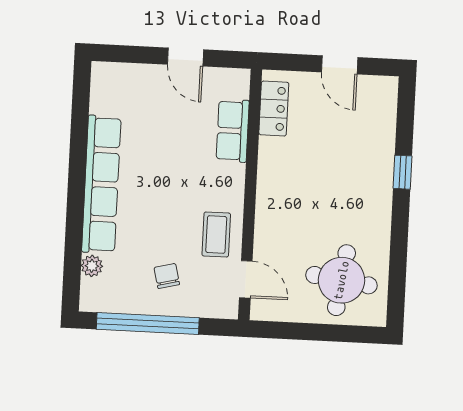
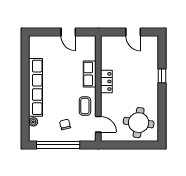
locker: (274, 109) -> (106, 81), moved
row of seats: (233, 131) -> (90, 74), moved

